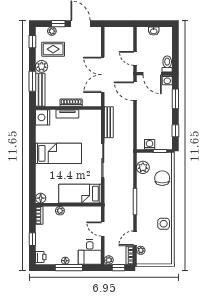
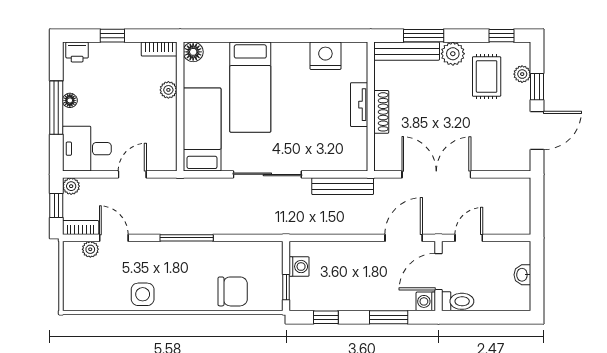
nightstand: (43, 117) -> (325, 56), moved
bed: (59, 153) -> (250, 87), moved
plant: (143, 167) -> (254, 253), removed

